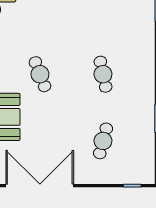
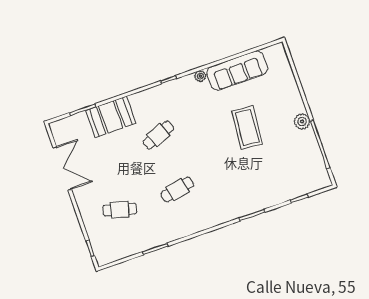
double door: (40, 186) -> (62, 169), width x0.73

